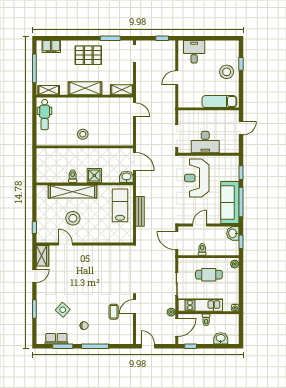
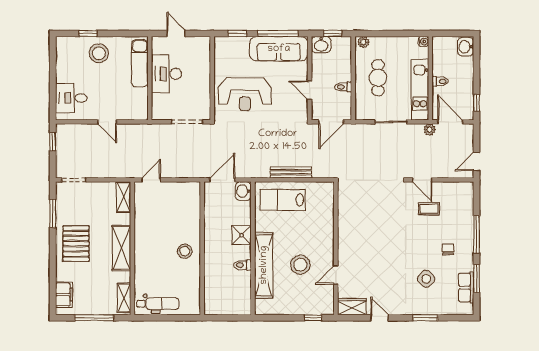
desk: (205, 142) -> (166, 74), moved, turned 180
washbasin: (221, 338) -> (466, 47), moved

